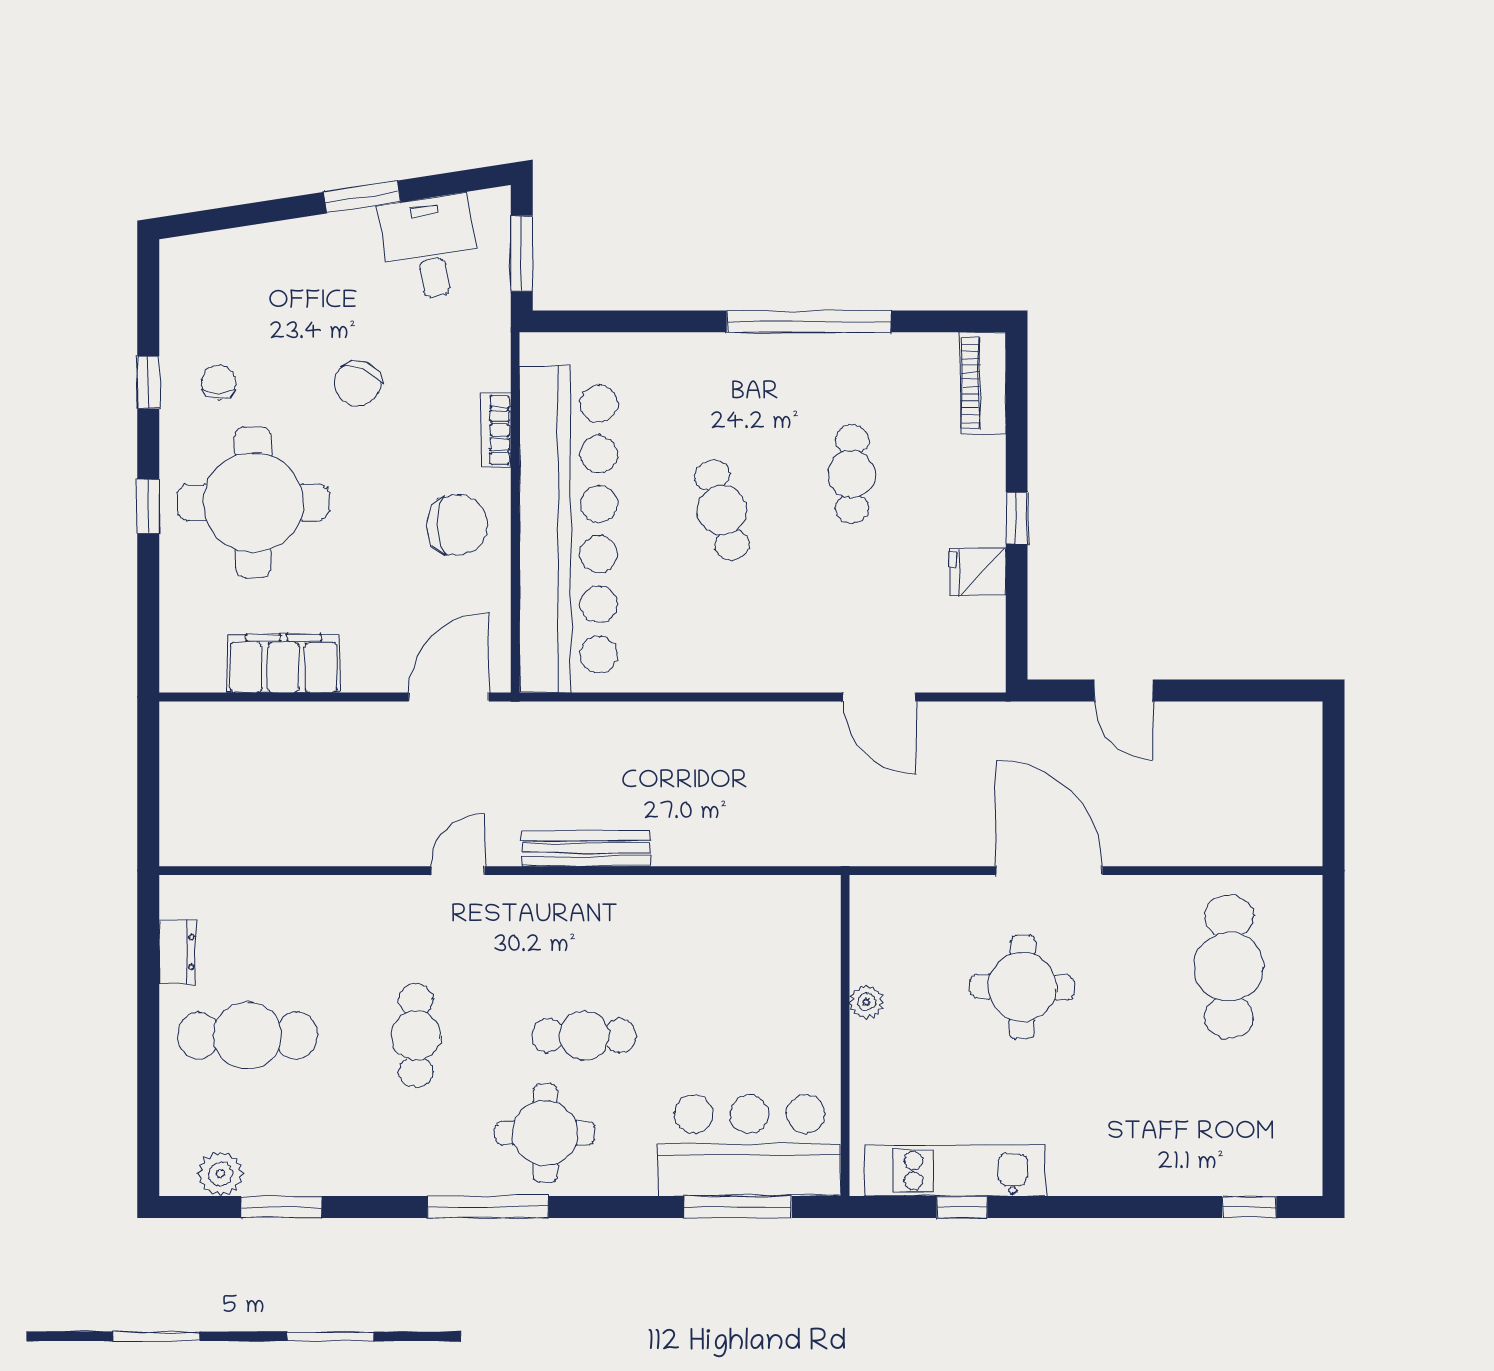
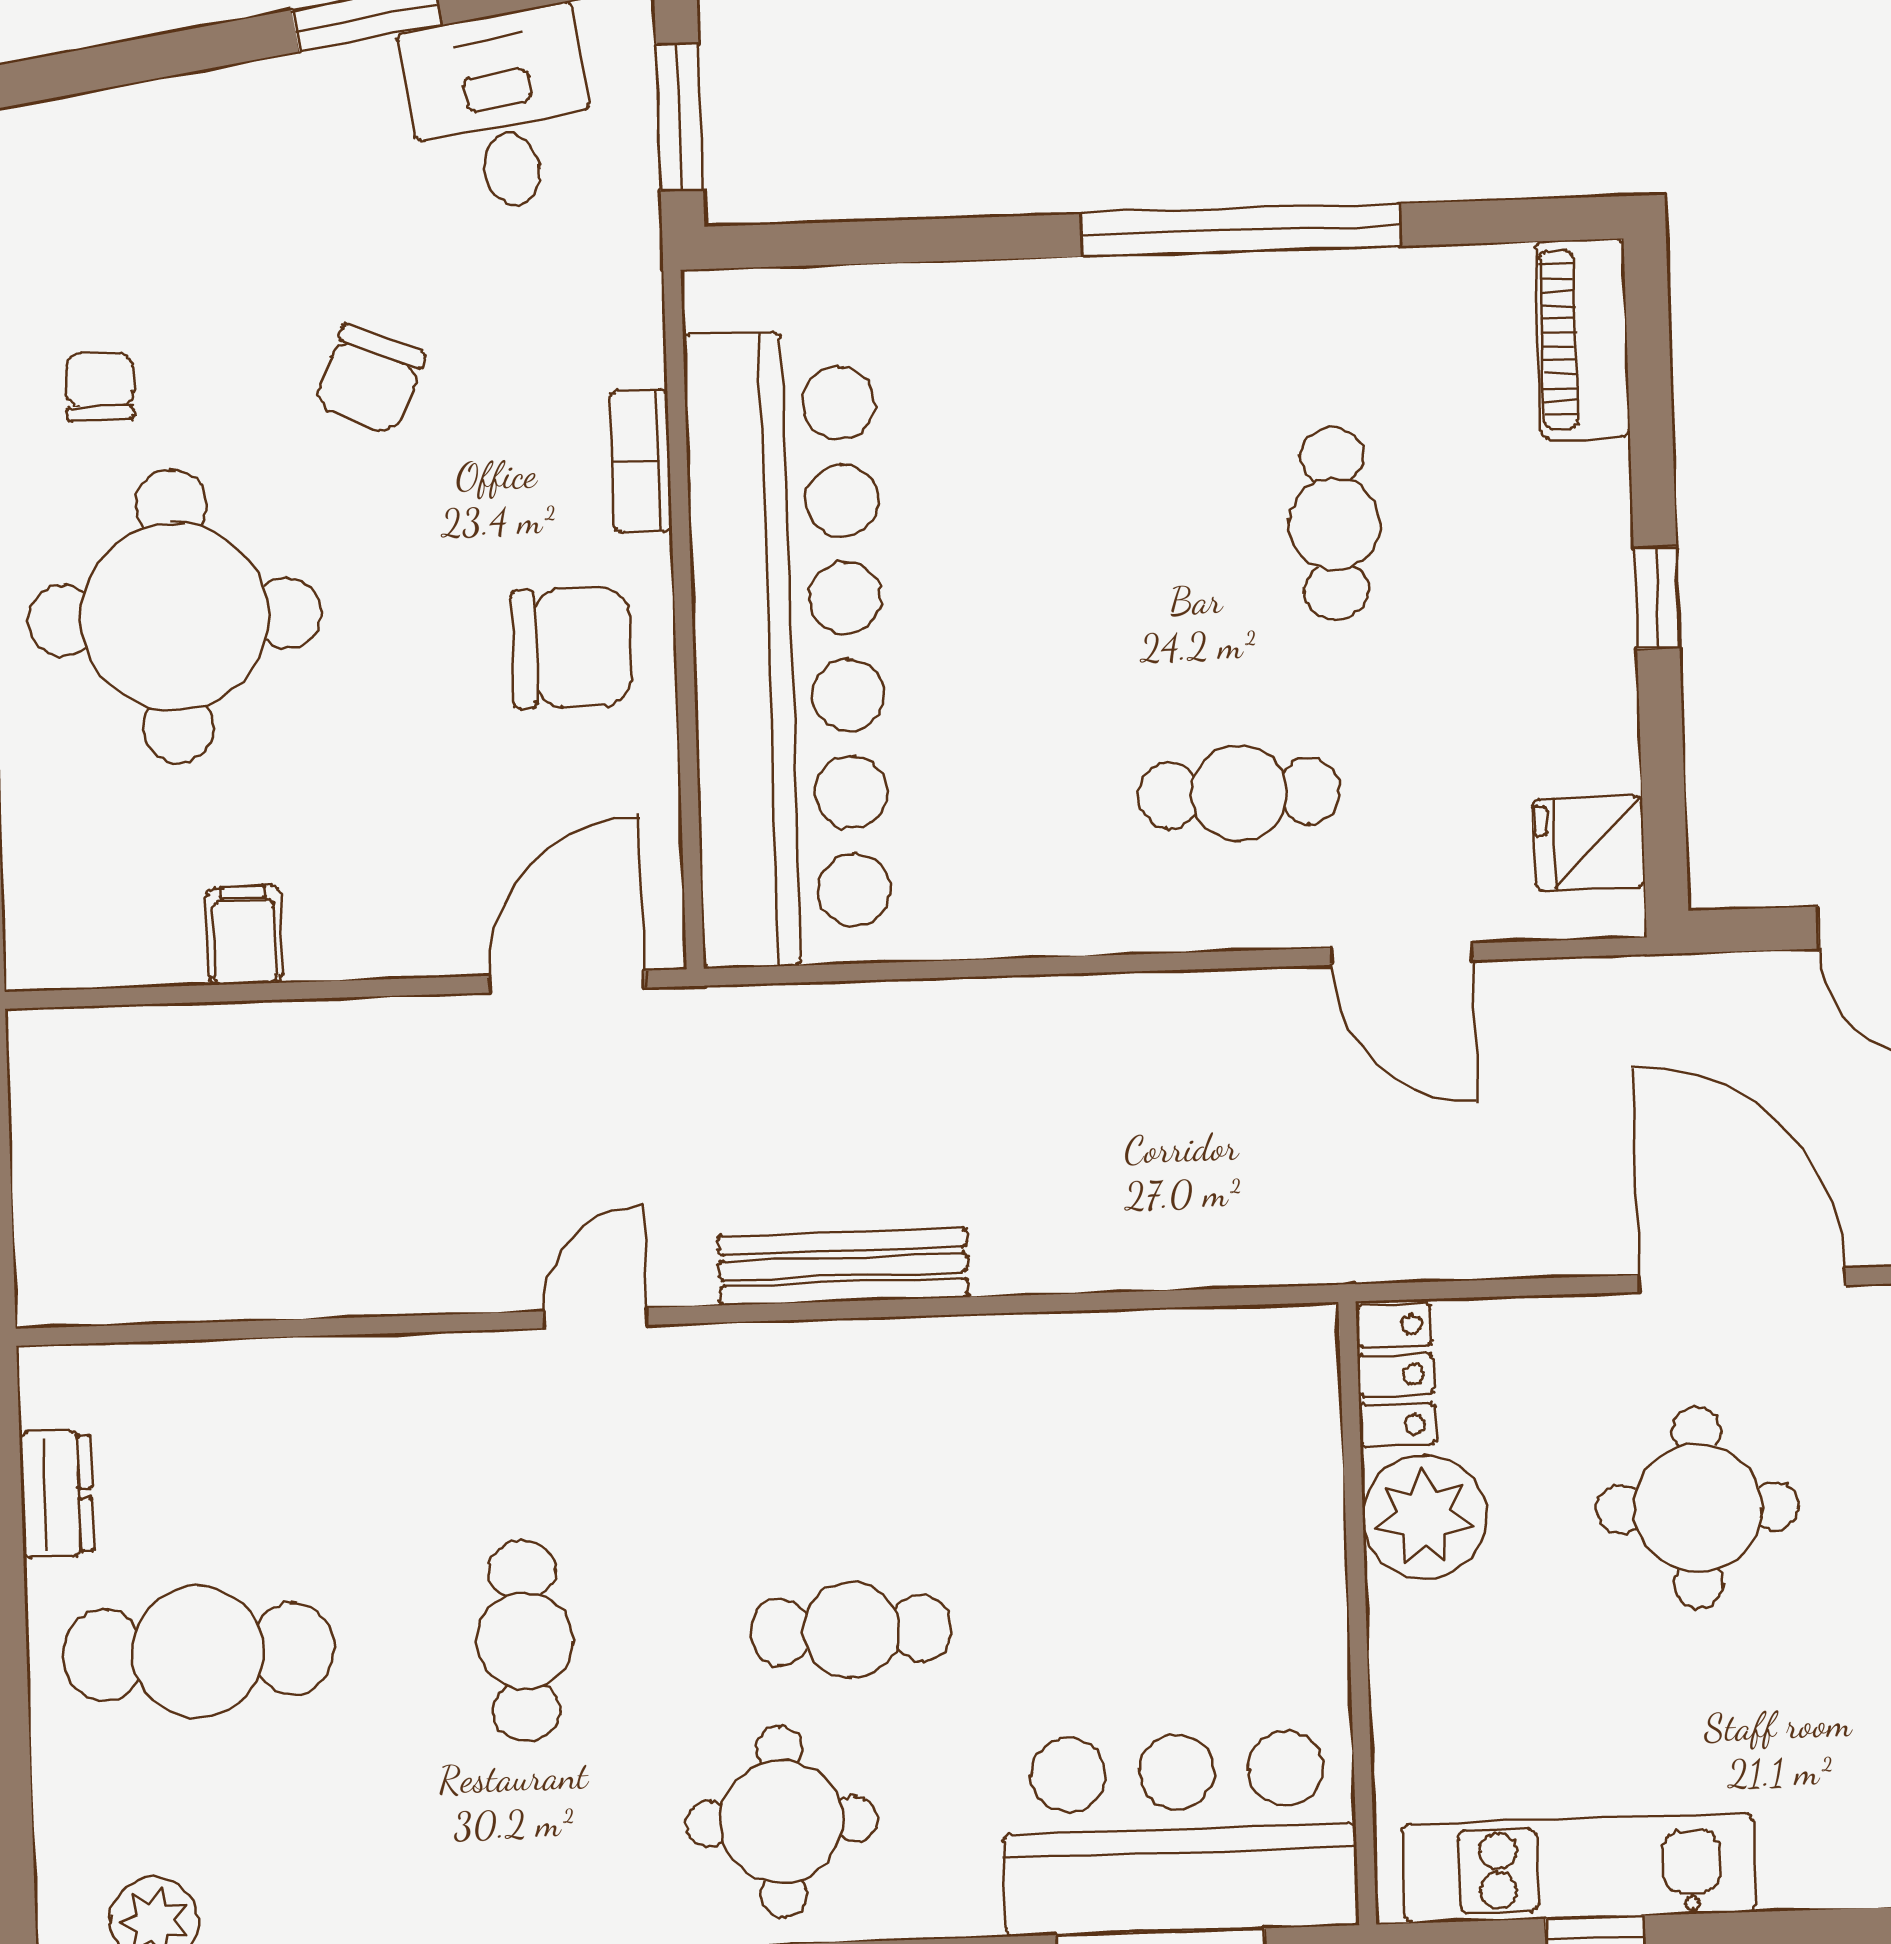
cafe table: (722, 510) -> (1239, 793), moved, turned -74
fridge: (978, 572) -> (1589, 843), moved
filing cabinet: (284, 663) -> (244, 935), width x0.33, depth x0.86
locker: (869, 913) -> (1396, 1375), added
plant: (866, 1002) -> (1424, 1517), width x1.88, depth x1.88

